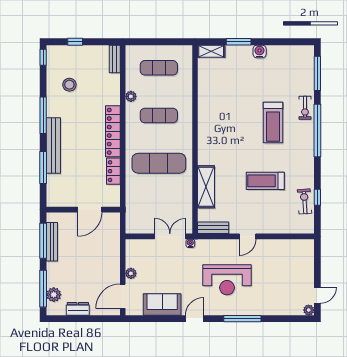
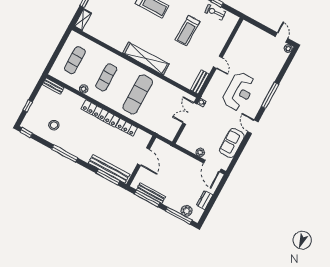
bench: (53, 146) -> (109, 169), moved
window: (43, 167) -> (108, 177), moved
shelving: (206, 187) -> (146, 59), moved, width x1.47

